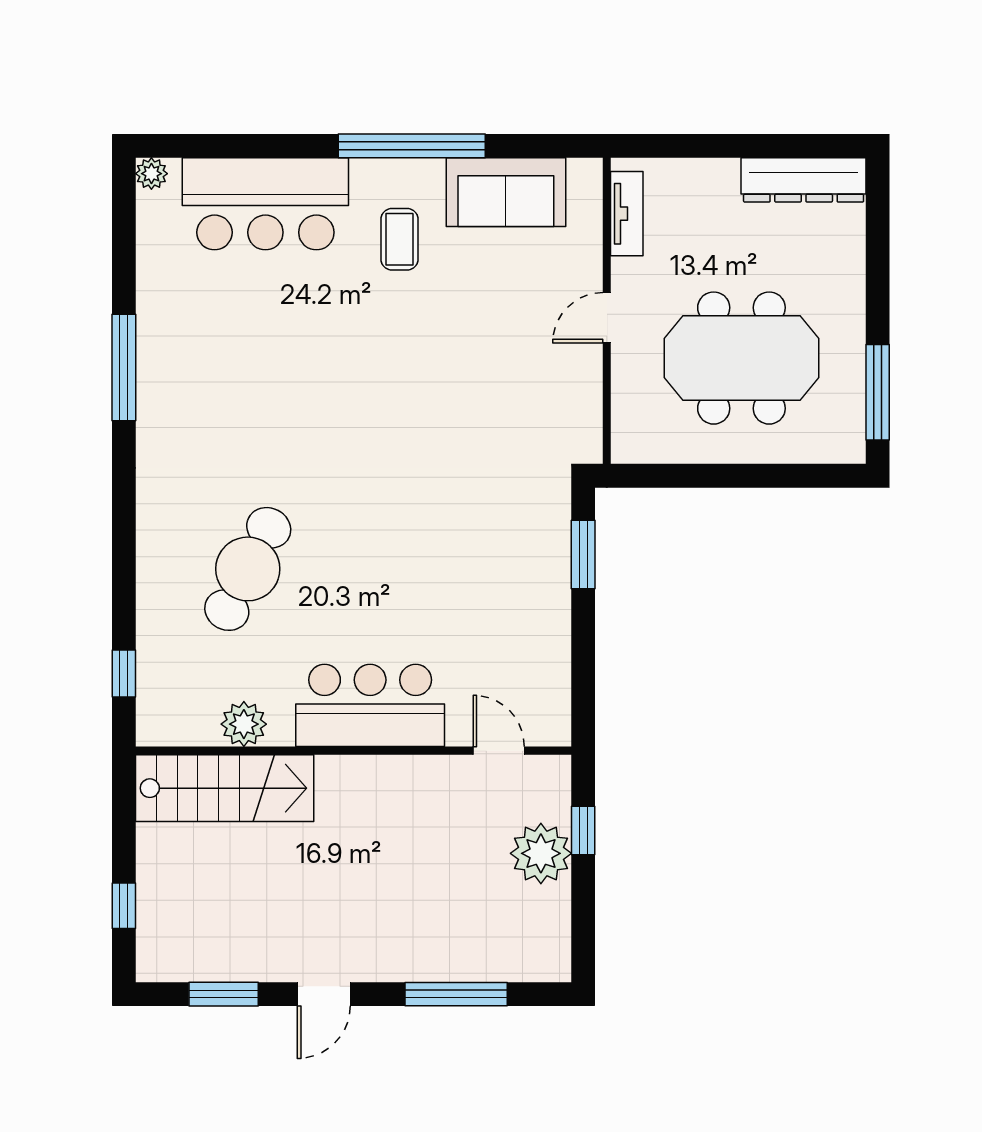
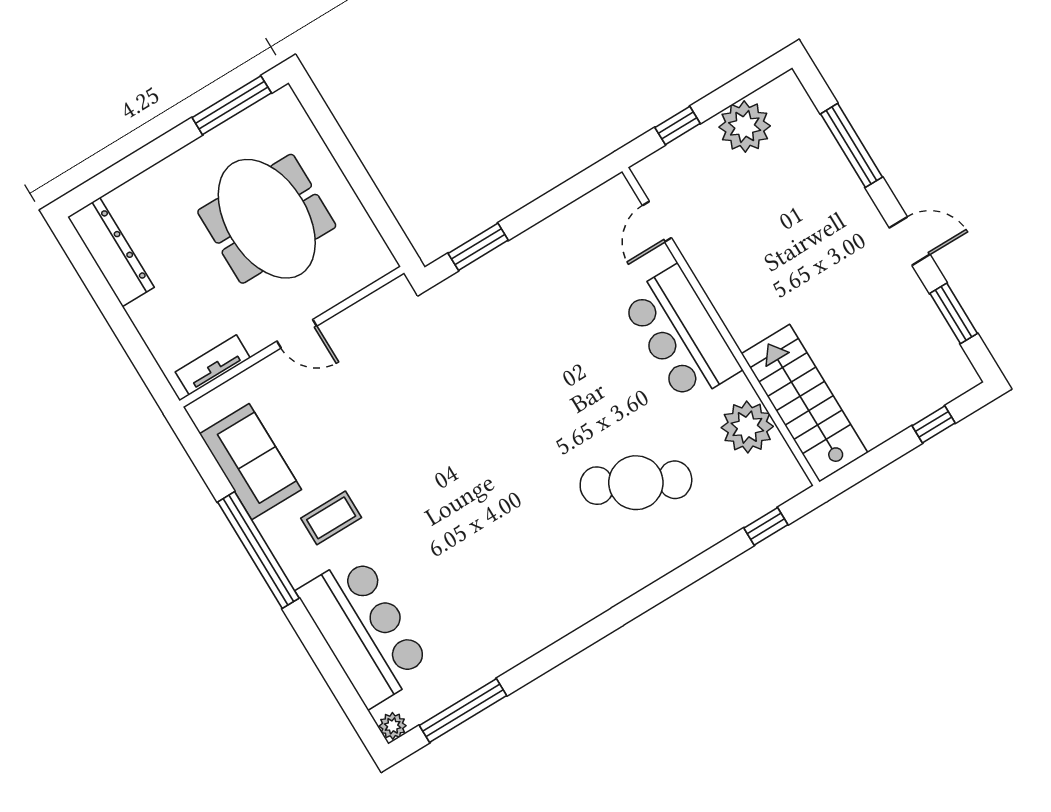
window: (124, 367) -> (463, 710), moved
plant: (244, 724) -> (747, 427), width x1.36, depth x1.36
plant: (541, 853) -> (745, 126), moved

